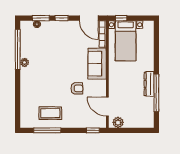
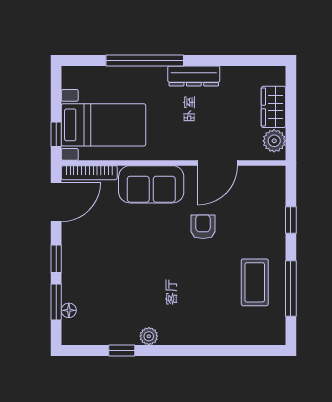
window: (18, 49) -> (122, 350), width x0.32
window: (156, 93) -> (145, 60), moved
door: (107, 107) -> (218, 163), moved
wardrobe: (134, 122) -> (274, 107), added
window: (93, 130) -> (291, 220), moved

